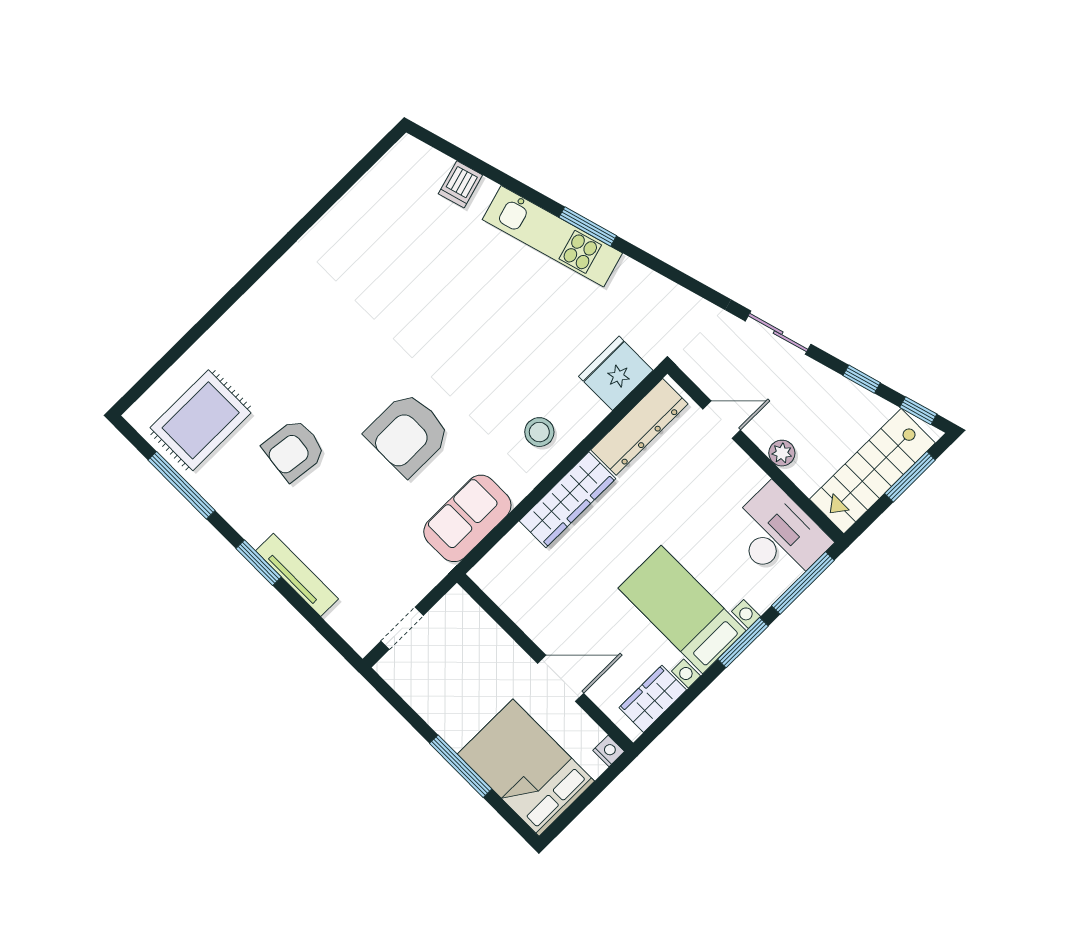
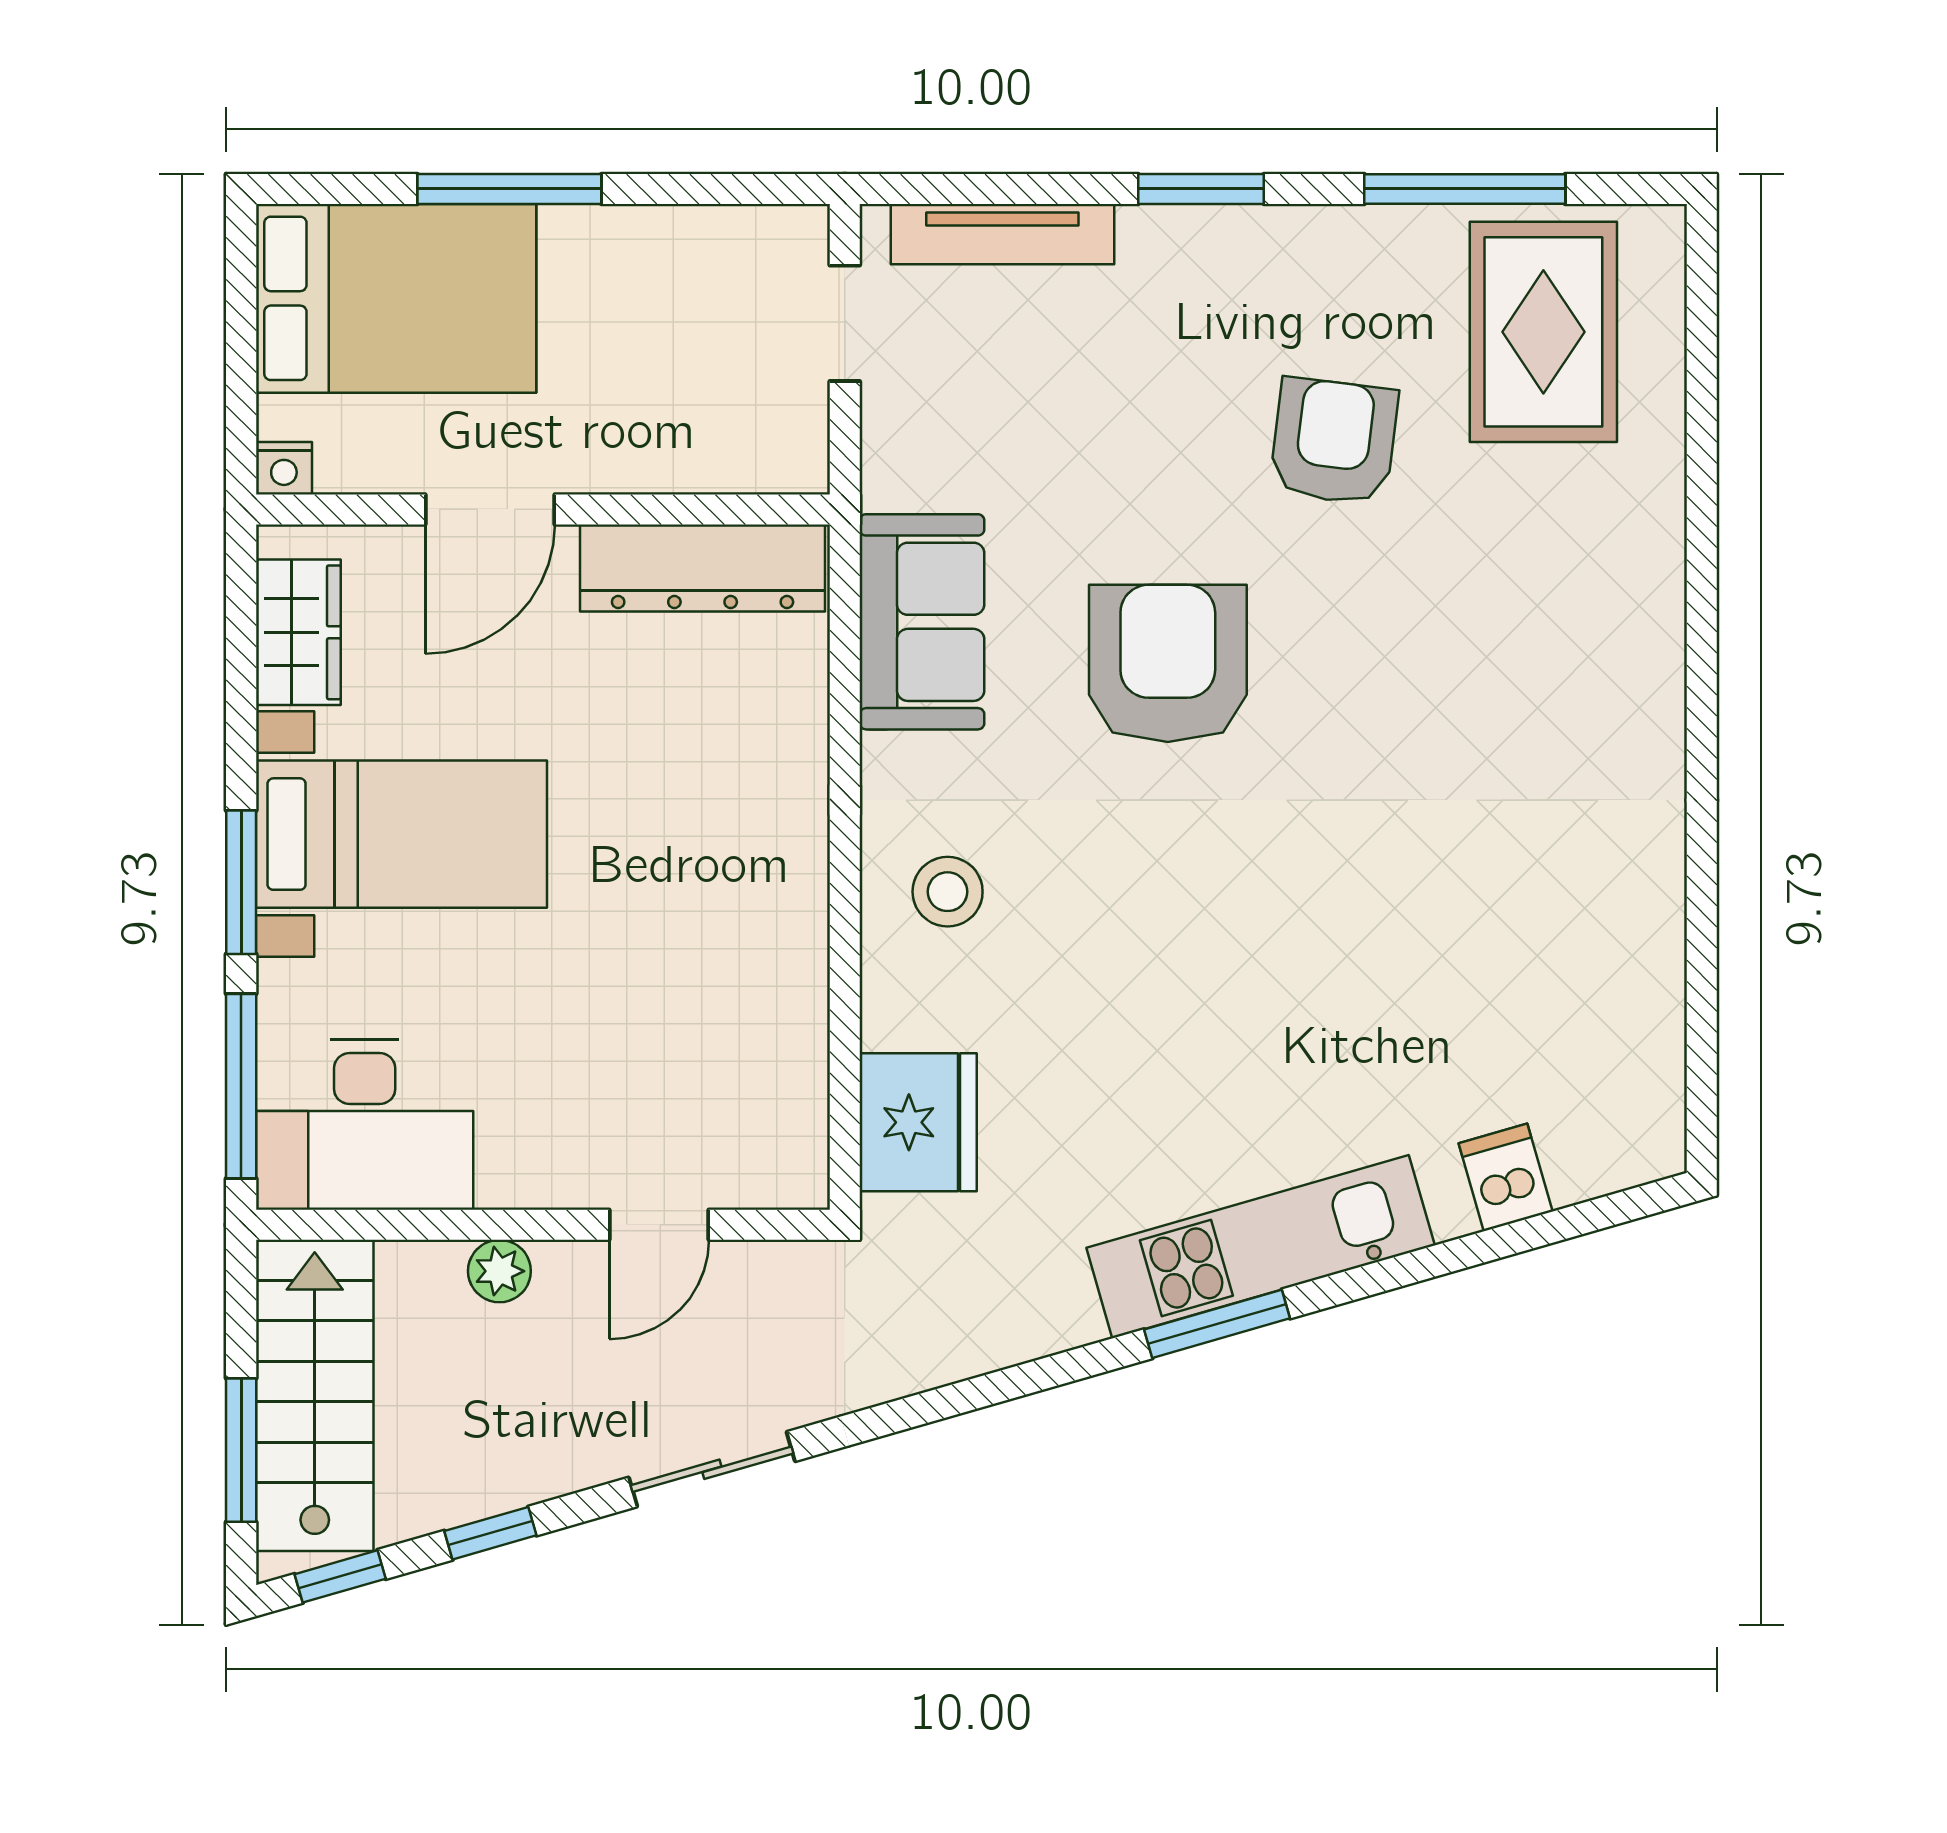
dresser: (639, 427) -> (703, 568), moved, turned -90
wardrobe: (567, 500) -> (784, 825), removed
tv unit: (297, 575) -> (1002, 234), moved

